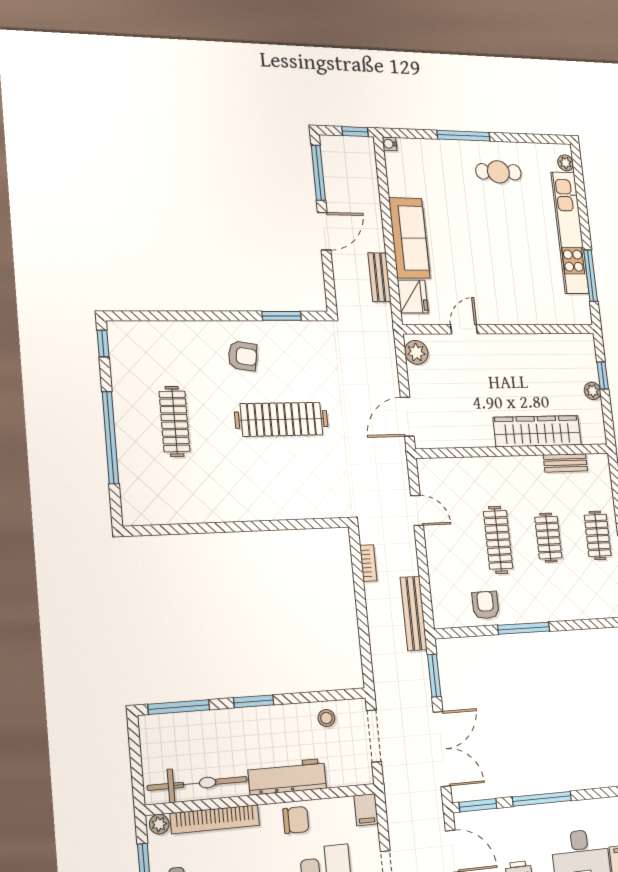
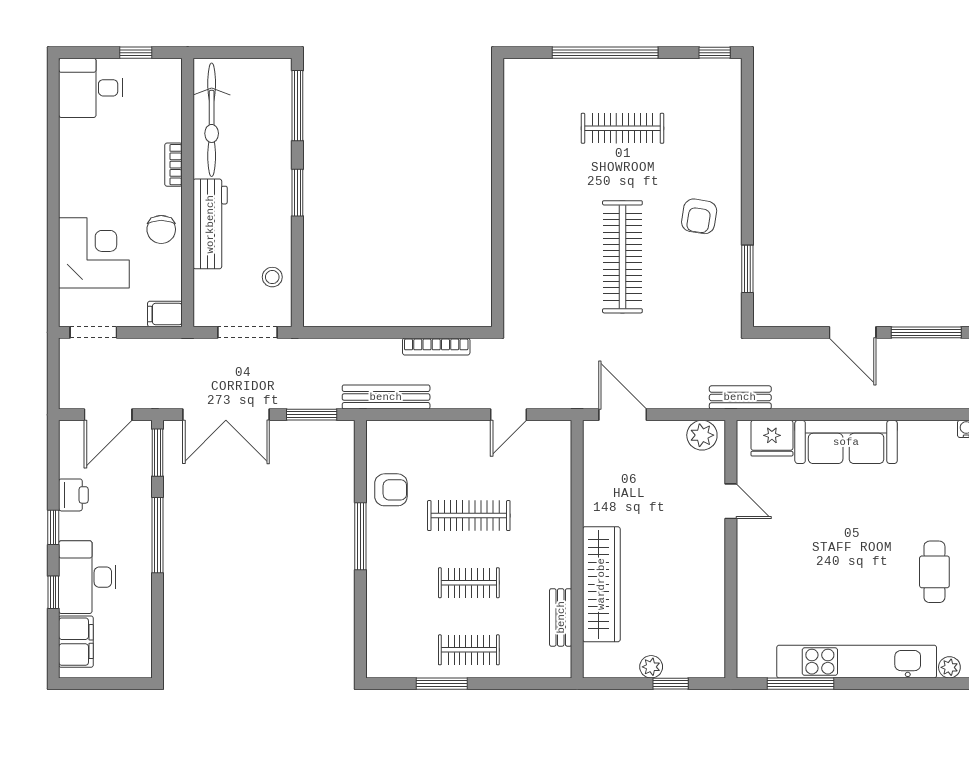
bench: (379, 277) -> (740, 397), moved
bookcase: (368, 563) -> (436, 347), width x1.56
bookcase: (215, 819) -> (173, 165), width x0.43, depth x0.76
plant: (159, 824) -> (171, 73), removed

